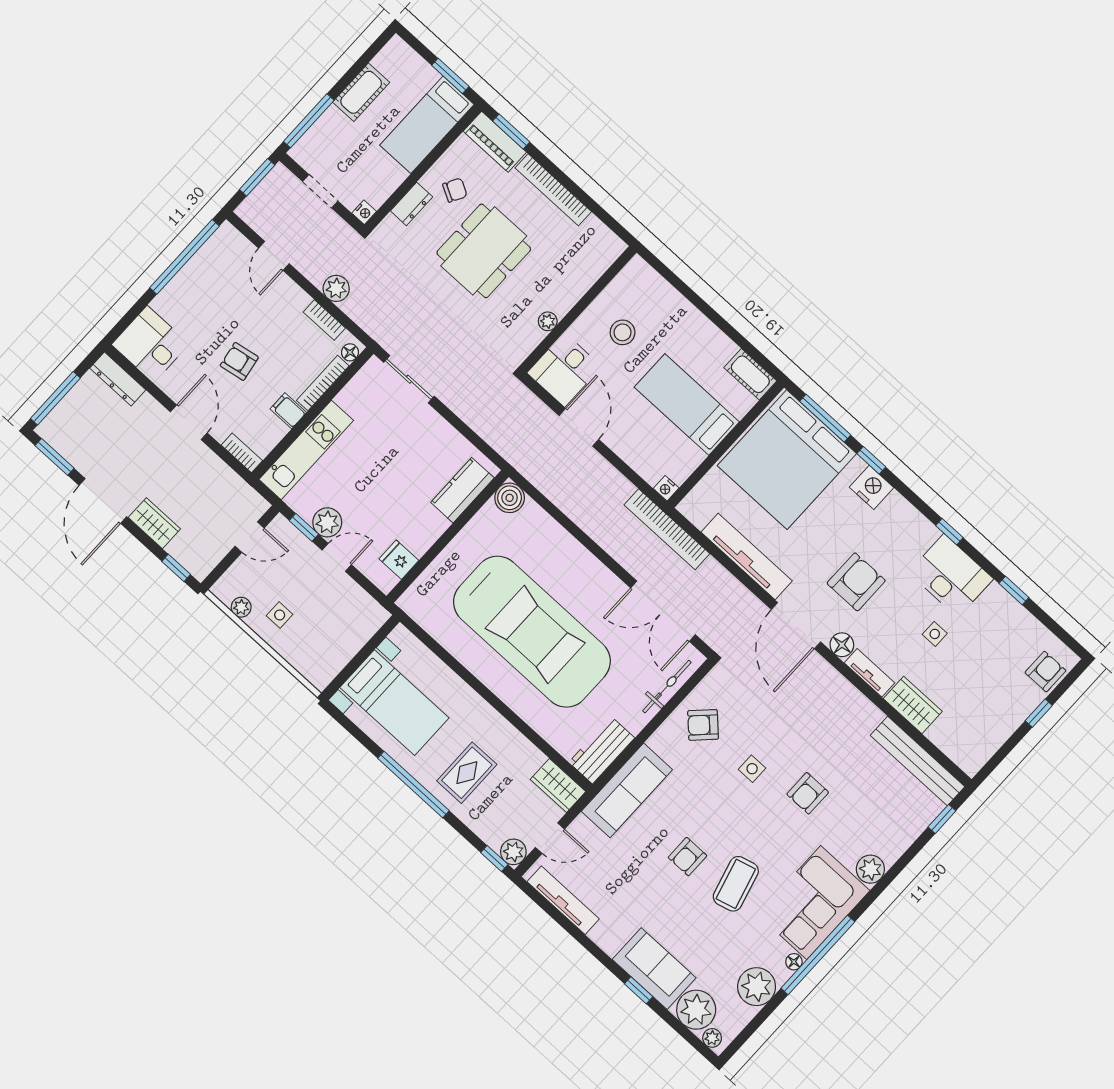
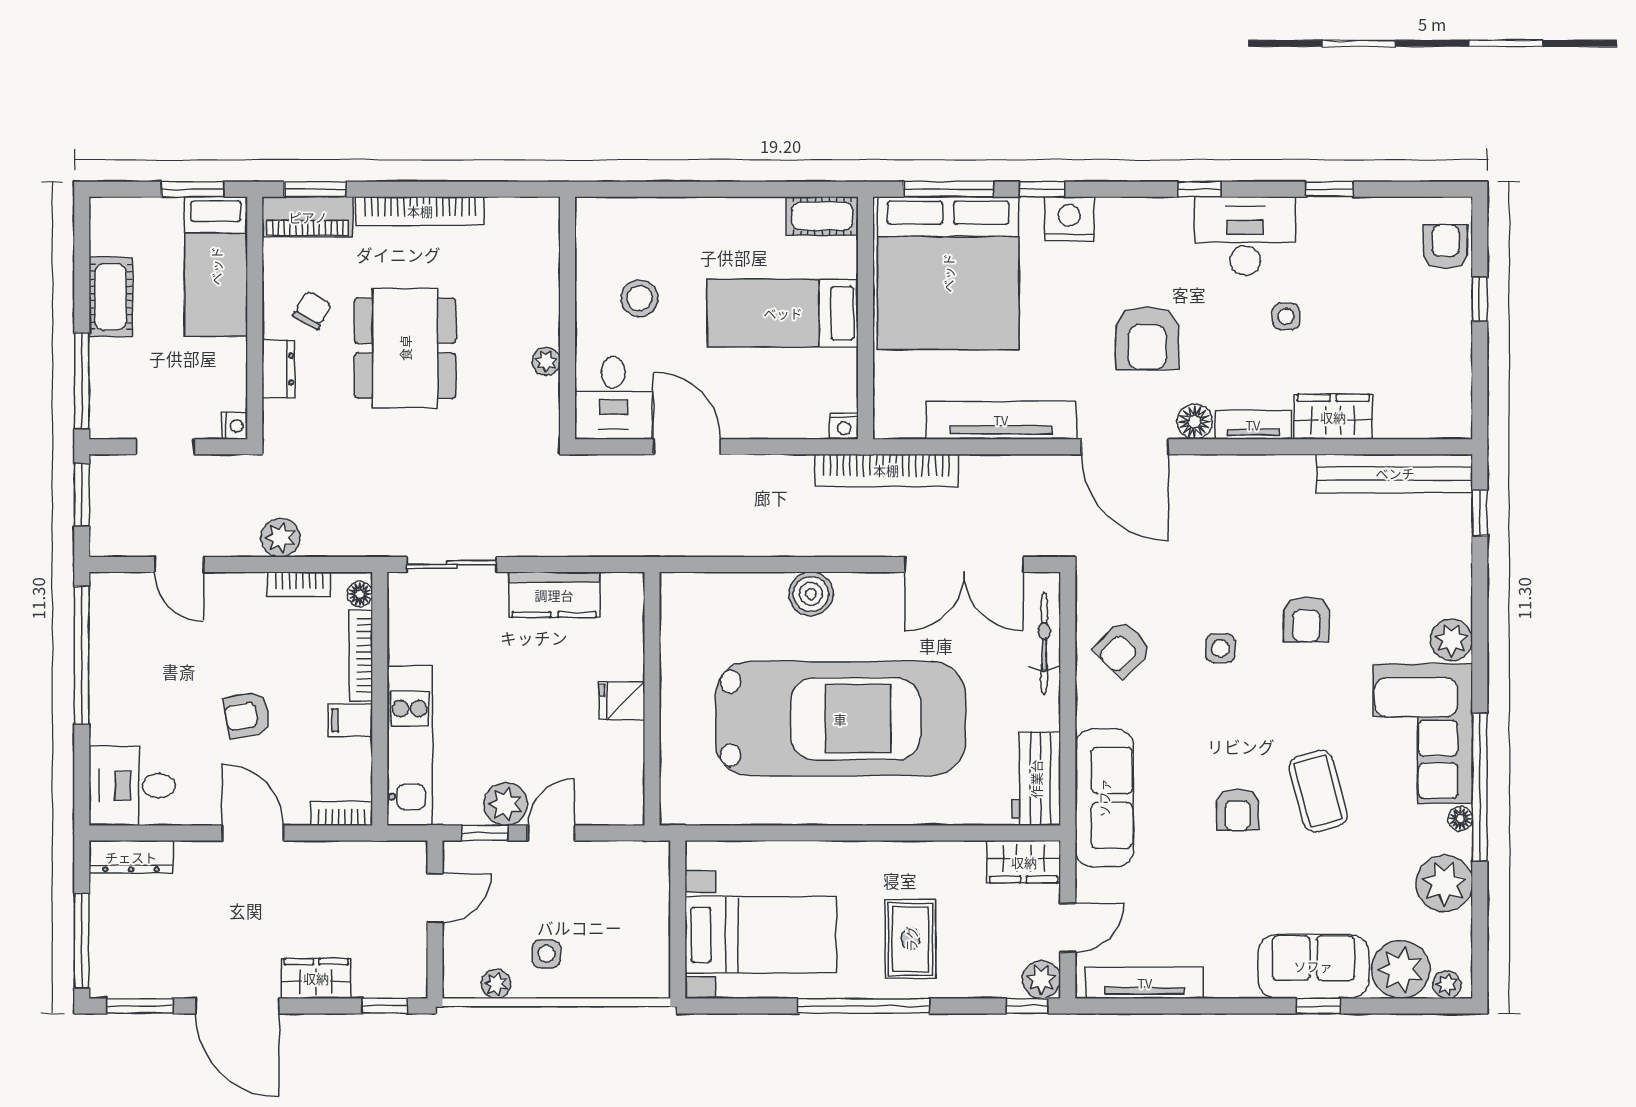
kitchen counter: (462, 490) -> (554, 595), moved, turned -90
boiler: (510, 498) -> (811, 594), moved
fridge: (399, 560) -> (622, 701), moved
armchair: (856, 582) -> (1147, 338), turned 180

